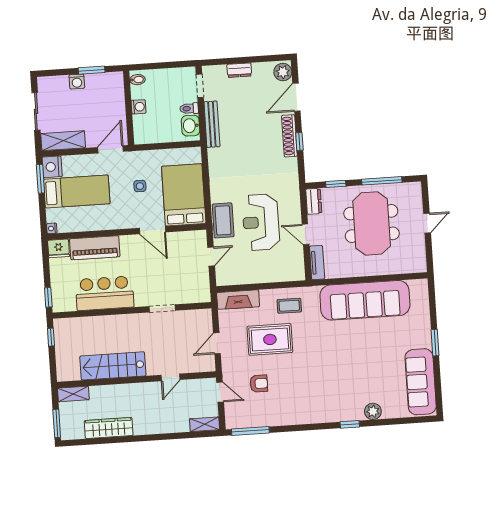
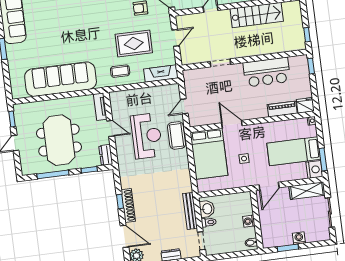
door: (296, 97) -> (124, 236), hinge flipped
piano: (95, 248) -> (282, 109), width x0.73, depth x0.75
window: (429, 254) -> (12, 119), added

